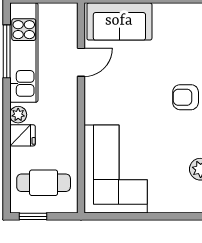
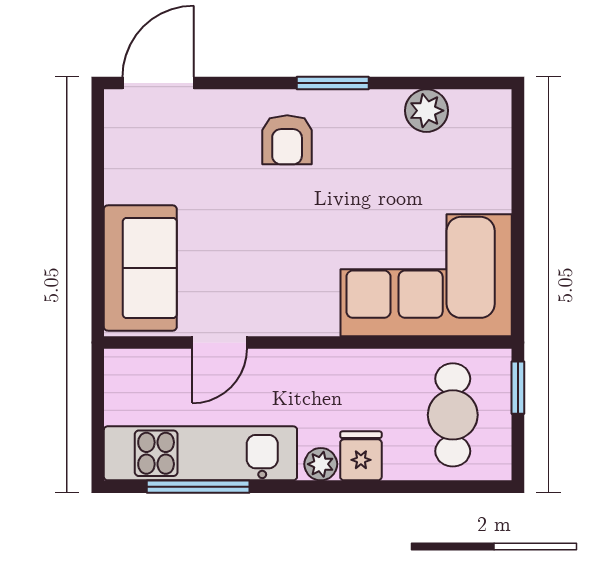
door: (81, 62) -> (219, 342), swing flipped
window: (33, 216) -> (518, 388), moved

